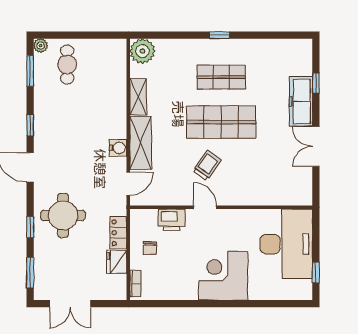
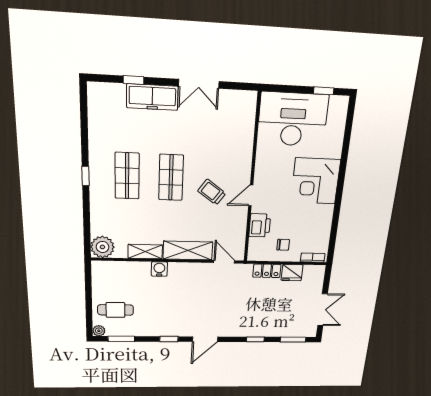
shop shelf: (221, 122) -> (171, 177), width x0.70, depth x0.74
water cooler: (118, 148) -> (159, 269), moved
round table: (63, 215) -> (248, 314), removed

